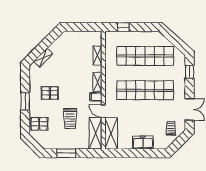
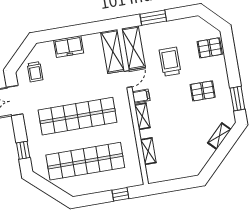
window: (25, 101) -> (237, 99), moved
door: (103, 111) -> (128, 79), hinge flipped
window: (66, 153) -> (153, 18), moved

